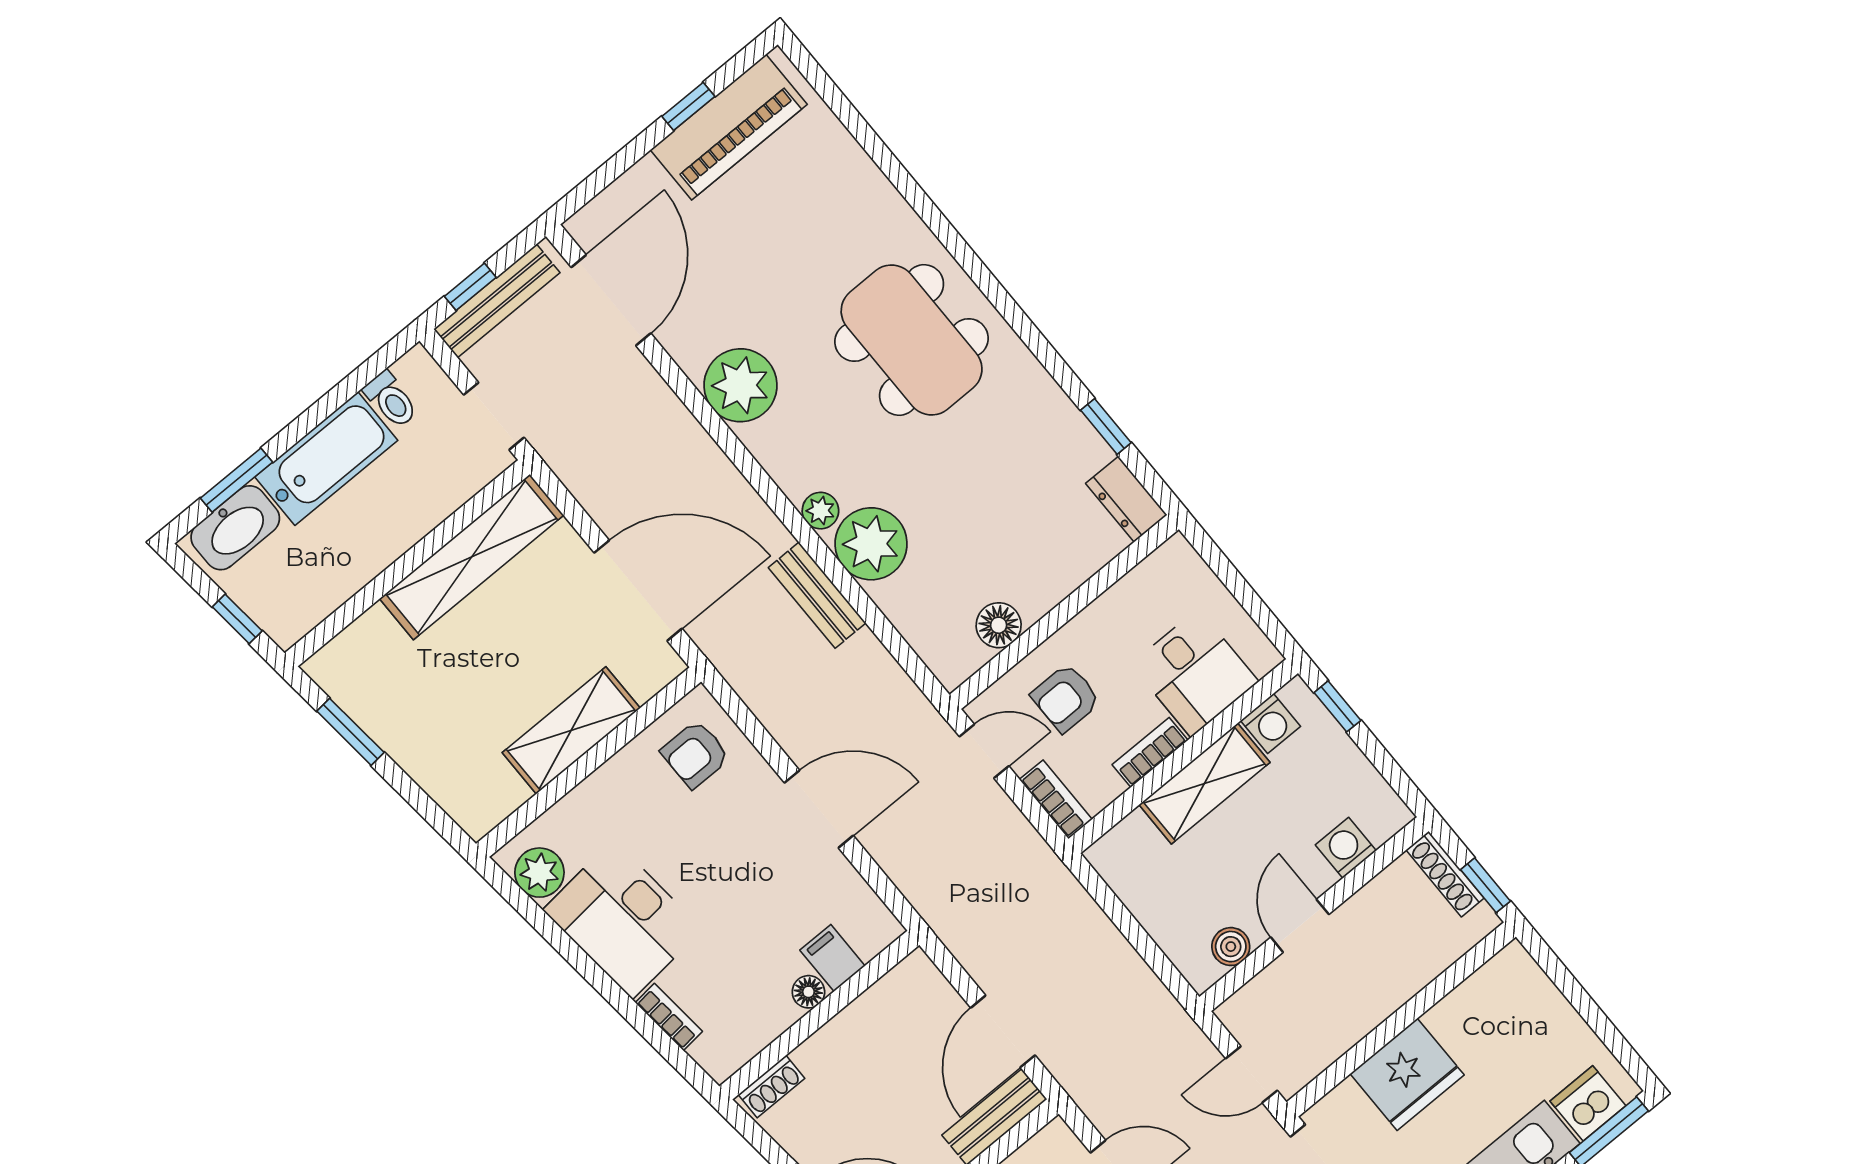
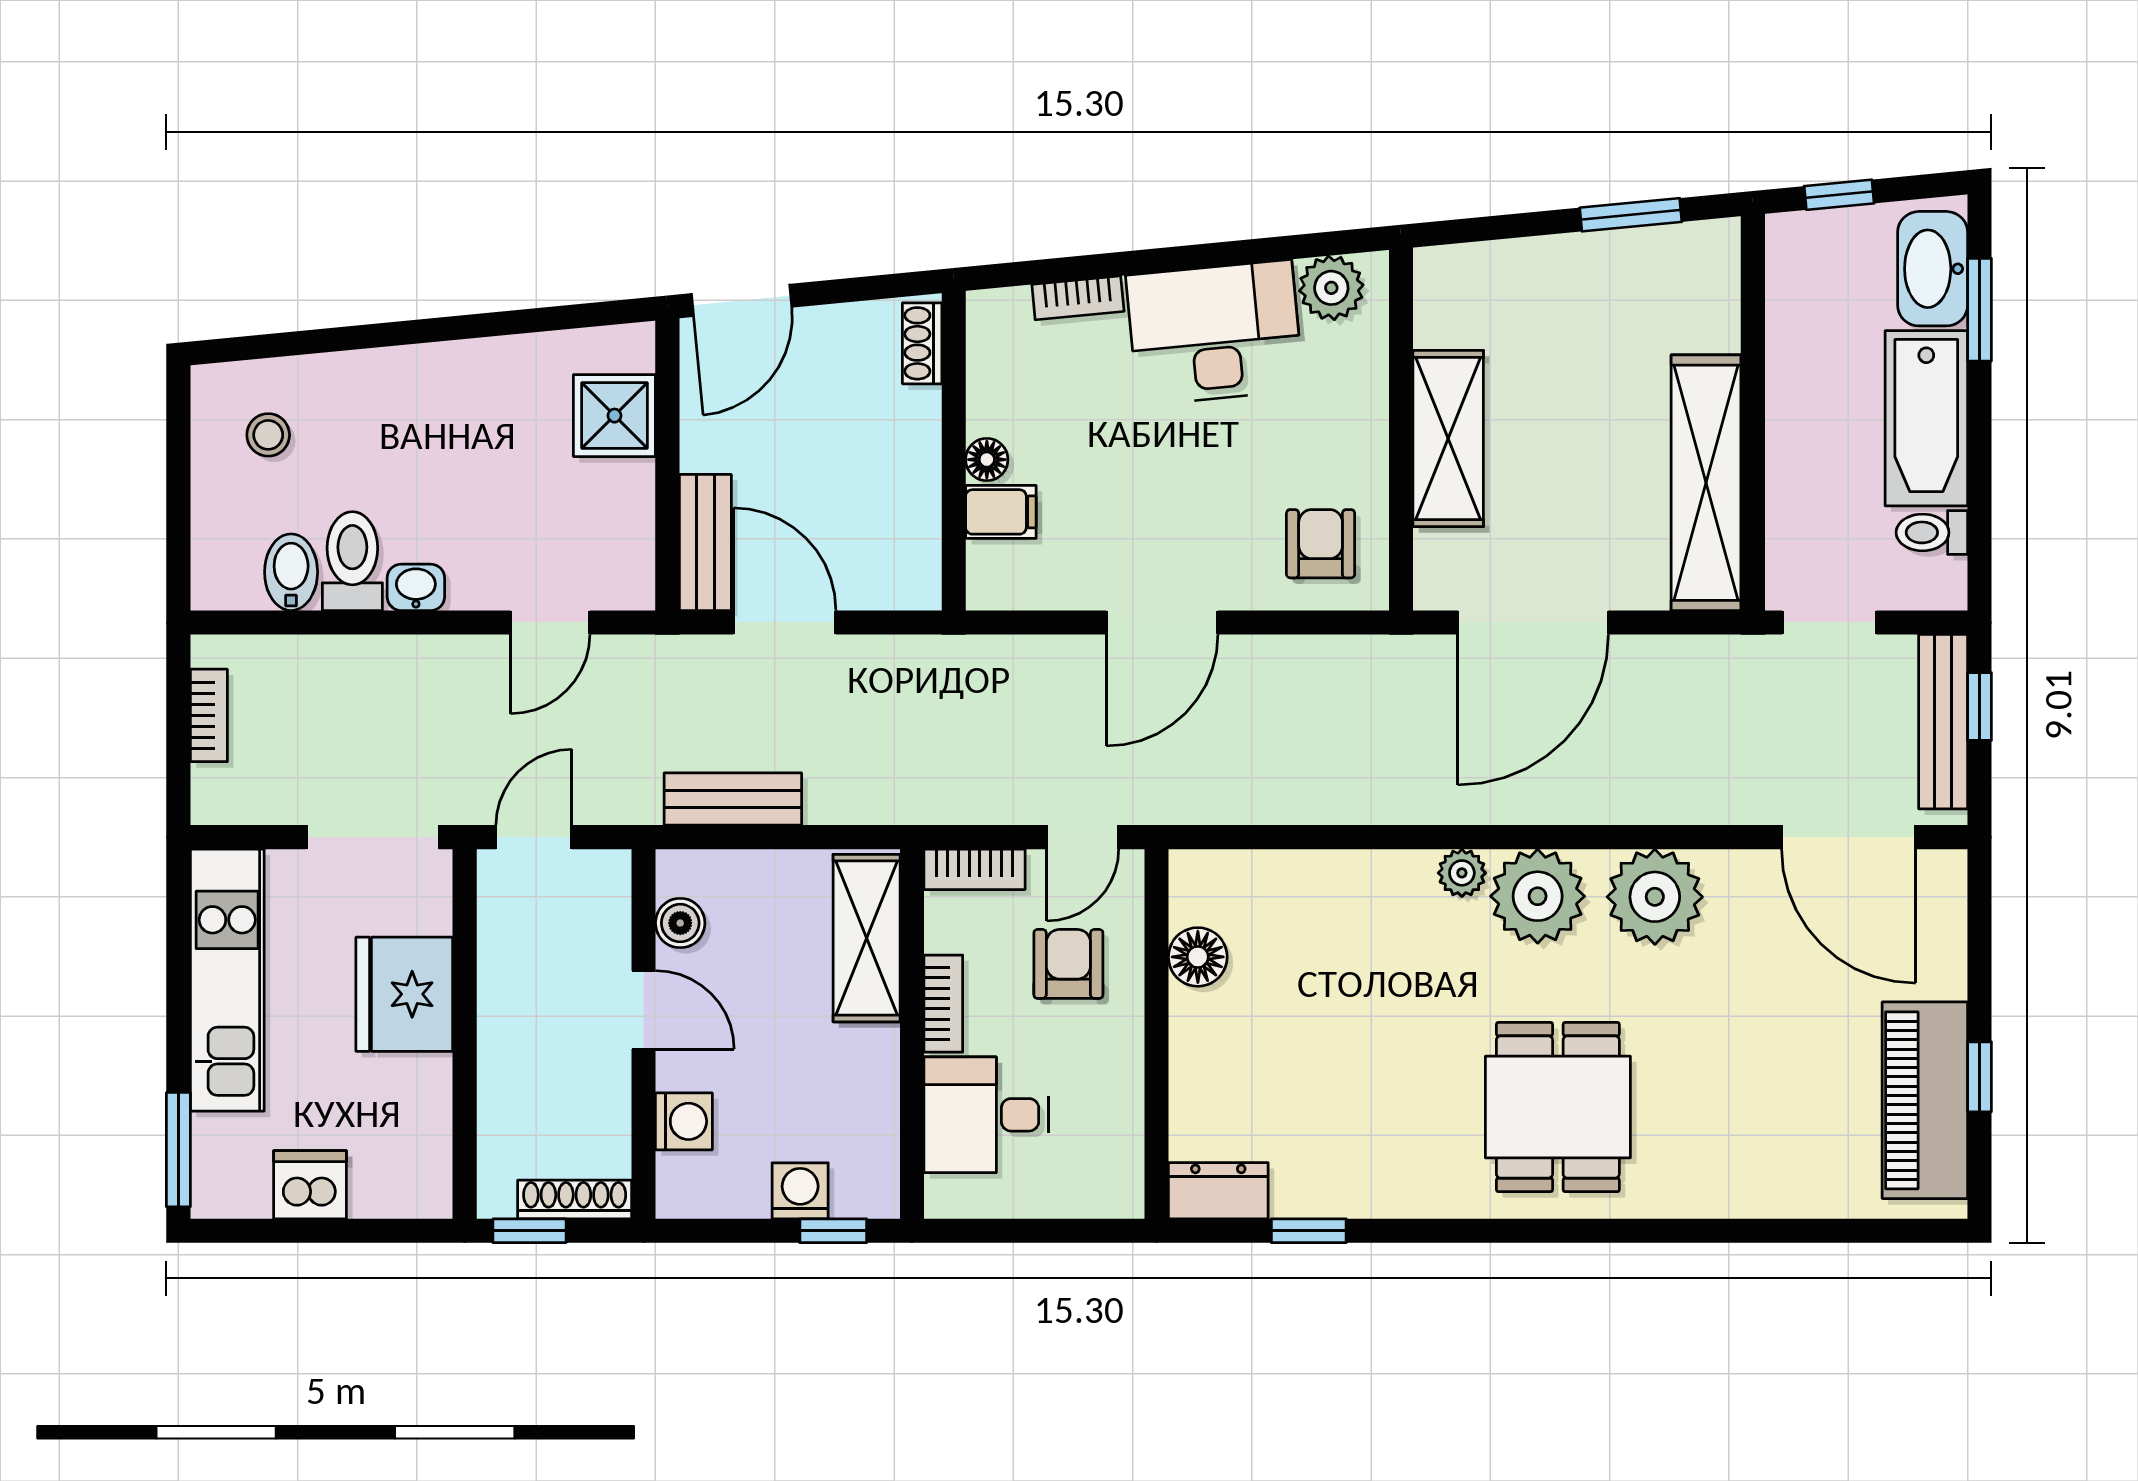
dining table: (912, 340) -> (1558, 1107), width x0.73
plant: (871, 544) -> (1538, 896), moved
bench: (817, 595) -> (733, 799), moved
washing machine: (1270, 724) -> (800, 1191), moved, turned 90
shelving: (1204, 784) -> (867, 938), moved
dishwasher: (1588, 1103) -> (310, 1185), moved, turned -90

